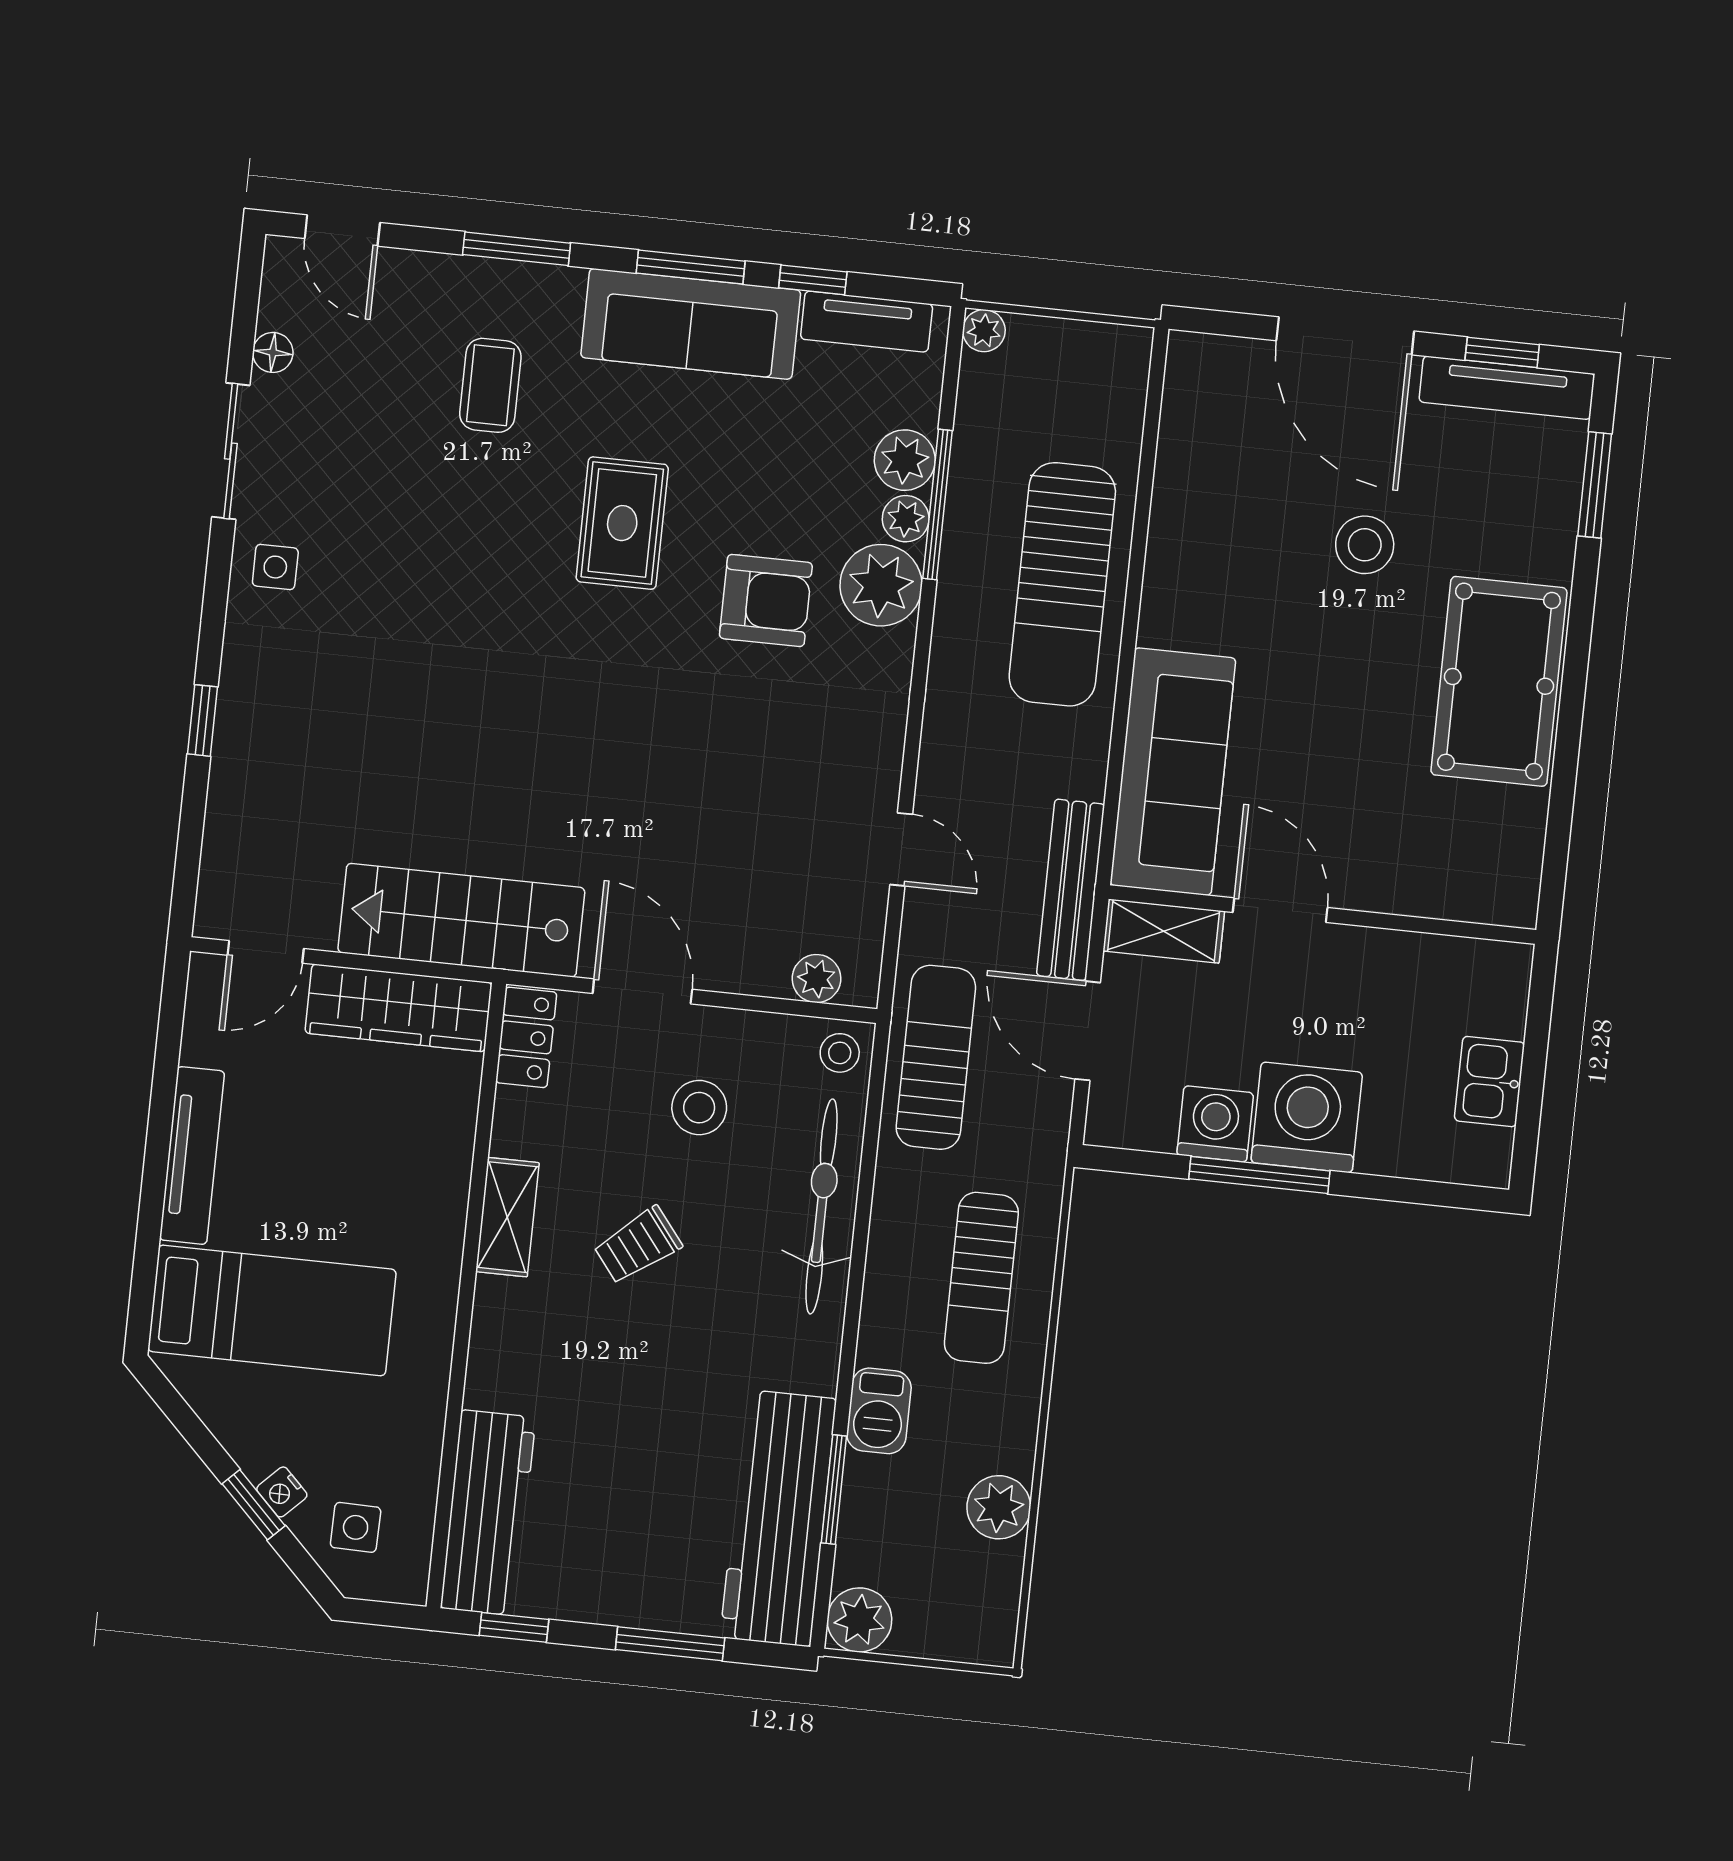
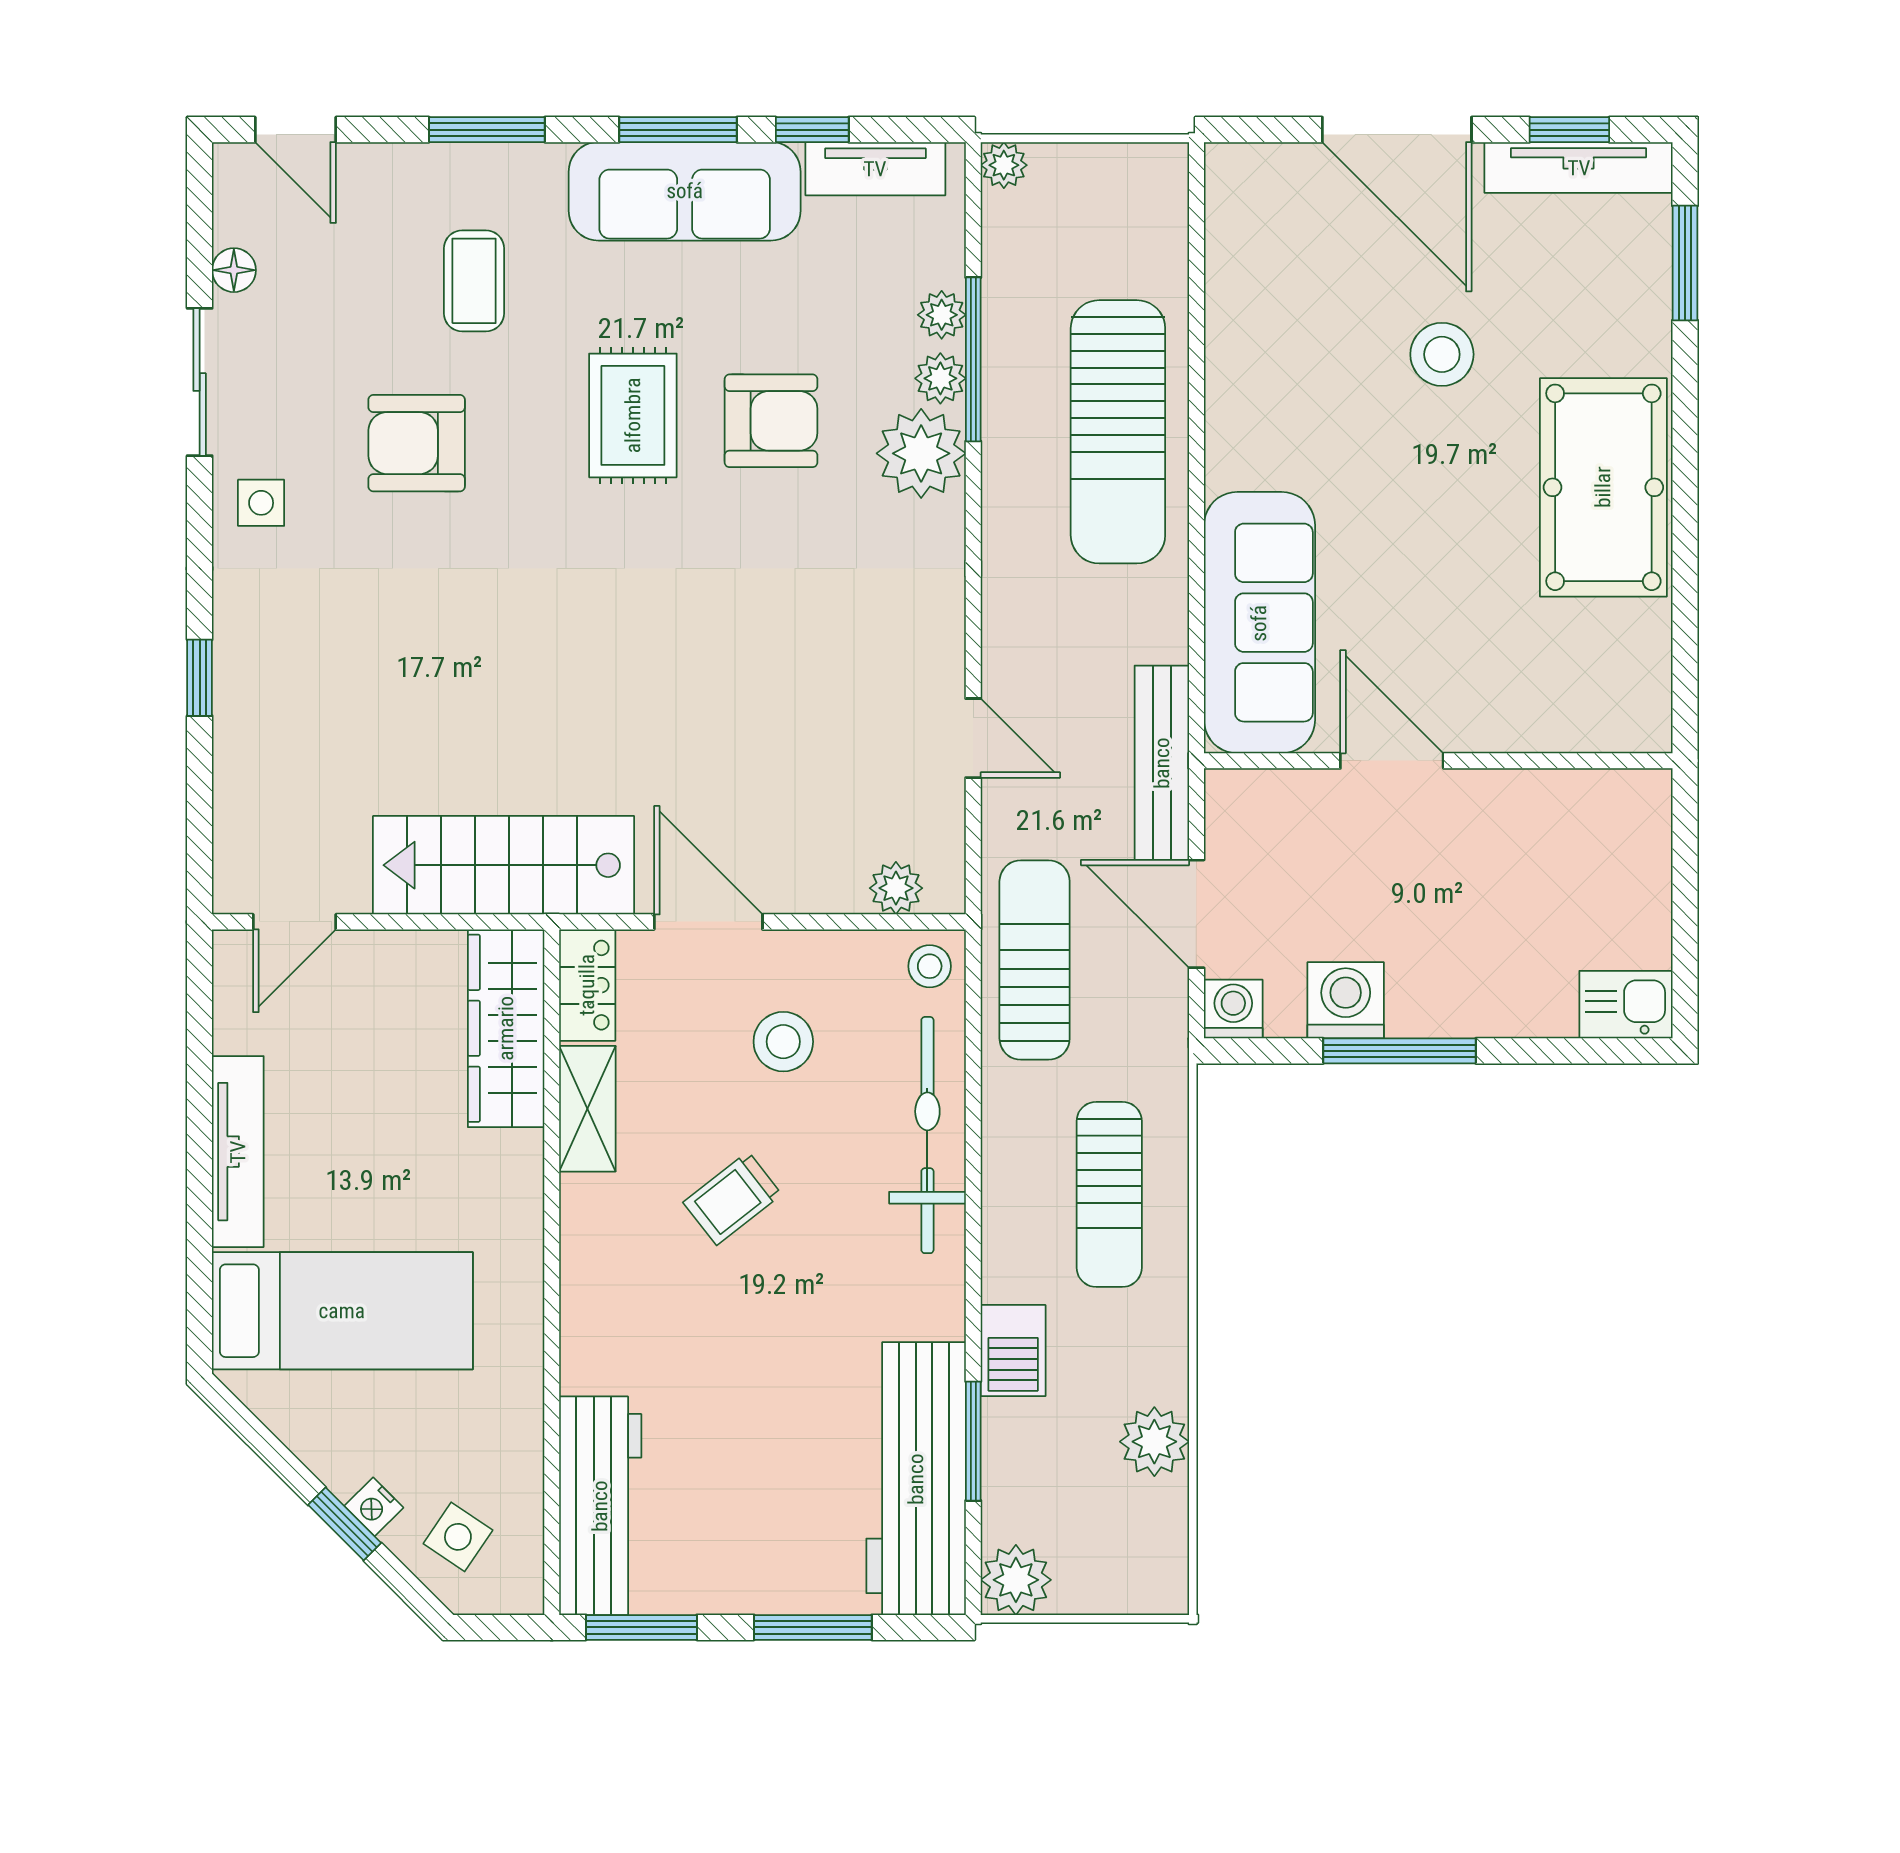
plant: (905, 460) -> (942, 315), width x0.73, depth x0.73
armchair: (423, 528) -> (417, 443), added
armchair: (766, 601) -> (771, 421), moved
shelving: (1164, 931) -> (1268, 797), removed
wardrobe: (399, 1008) -> (506, 1028), moved, turned 90
kitchen sink: (1489, 1082) -> (1626, 1005), moved, turned 90
washing machine: (1307, 1117) -> (1233, 1009), moved, width x0.53, depth x0.53
shelving: (507, 1217) -> (587, 1109), moved
side table: (356, 1527) -> (458, 1537), turned 33
window: (514, 1627) -> (641, 1627), width x1.50

